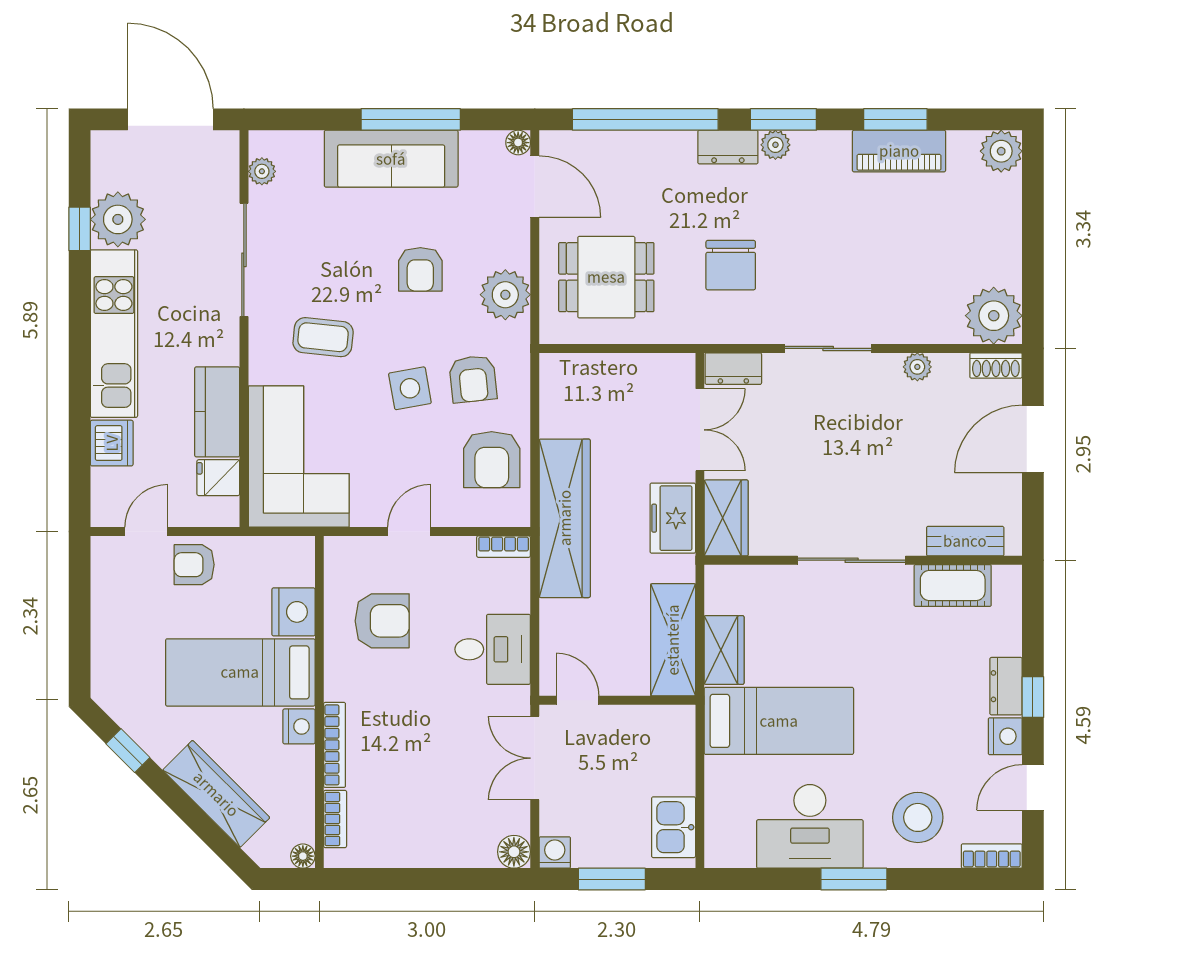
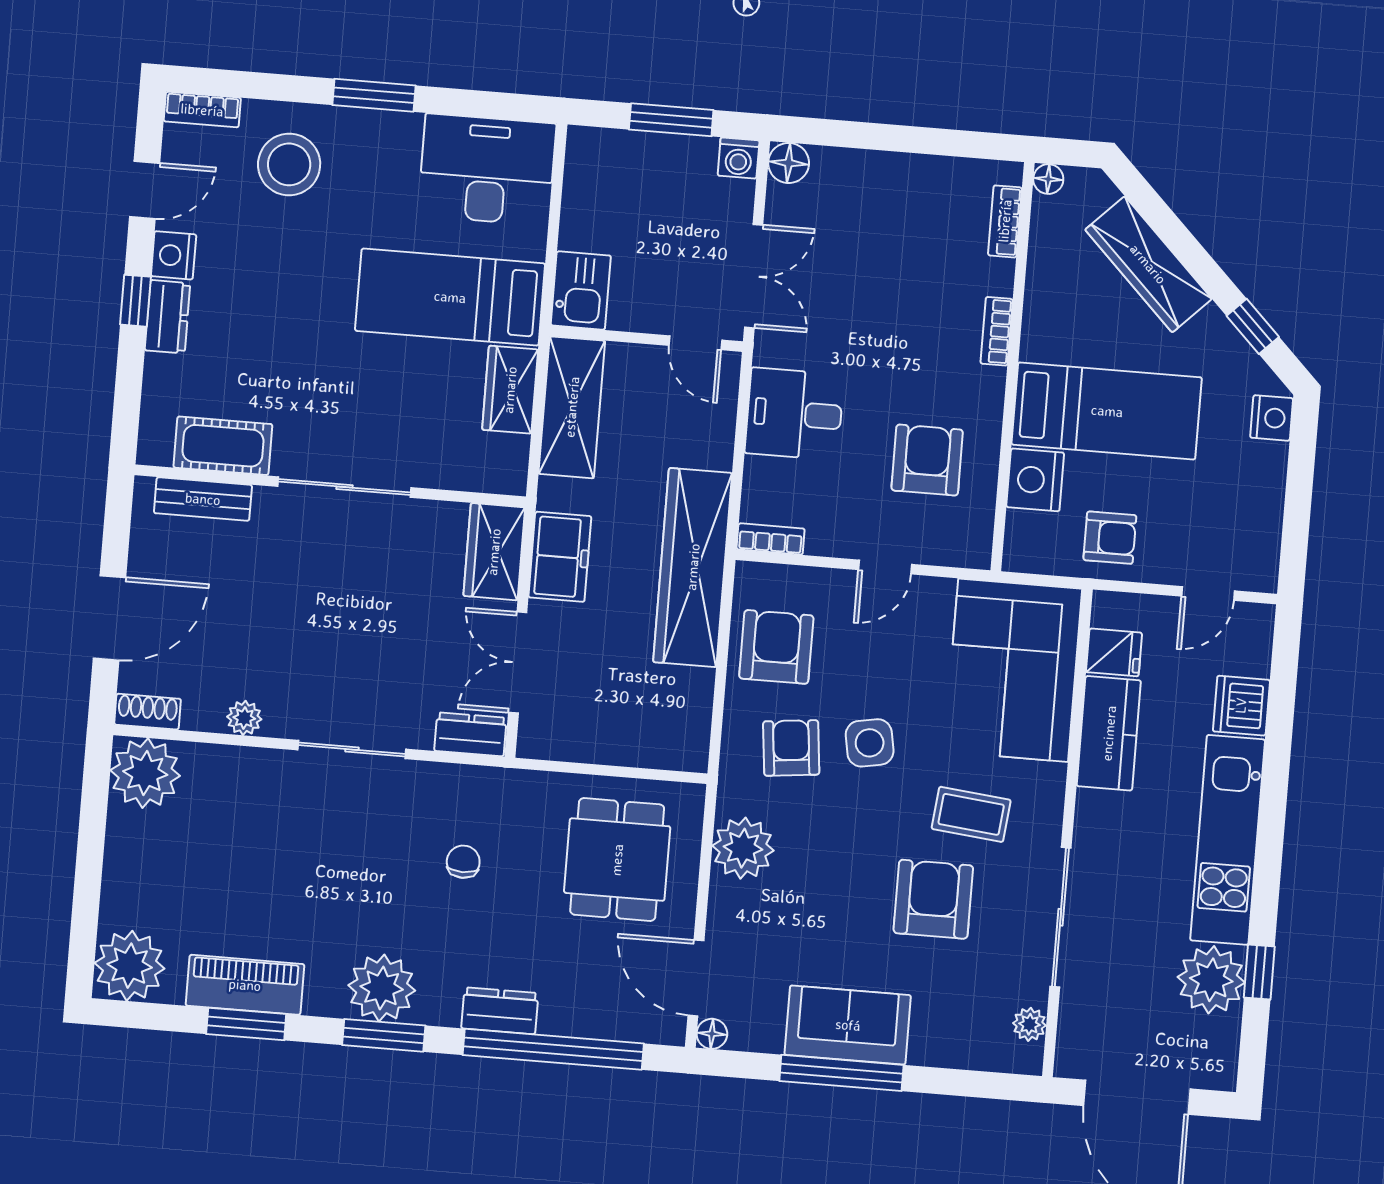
plant: (775, 145) -> (382, 988), width x1.87, depth x1.87
dresser: (728, 147) -> (500, 1011), moved
plant: (1001, 151) -> (130, 966), width x1.36, depth x1.36
sofa: (391, 159) -> (848, 1025), width x0.73
chair: (731, 265) -> (463, 862), width x0.54, depth x0.54
armchair: (420, 269) -> (933, 899), moved, width x1.38, depth x1.38
dining table: (606, 277) -> (617, 860), turned 90
armchair: (194, 565) -> (1110, 538), moved
armchair: (382, 621) -> (927, 460), turned 90
nightstand: (299, 726) -> (1272, 418), moved, turned 180
bookcase: (335, 745) -> (997, 331), width x0.64
desk: (810, 826) -> (487, 170), moved
kitchen sink: (674, 827) -> (581, 291), moved

